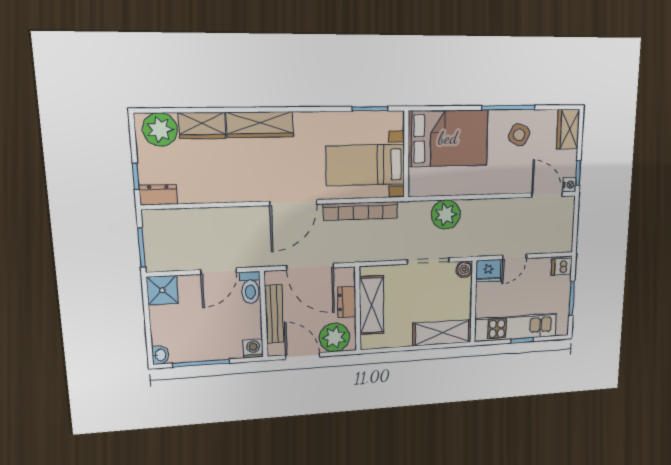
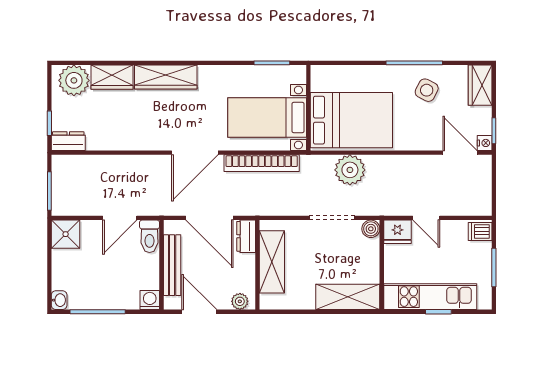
bed: (448, 138) -> (351, 120), moved
door: (515, 257) -> (426, 218), hinge flipped
dresser: (347, 302) -> (246, 236), moved
plant: (334, 337) -> (240, 301), width x0.53, depth x0.53

